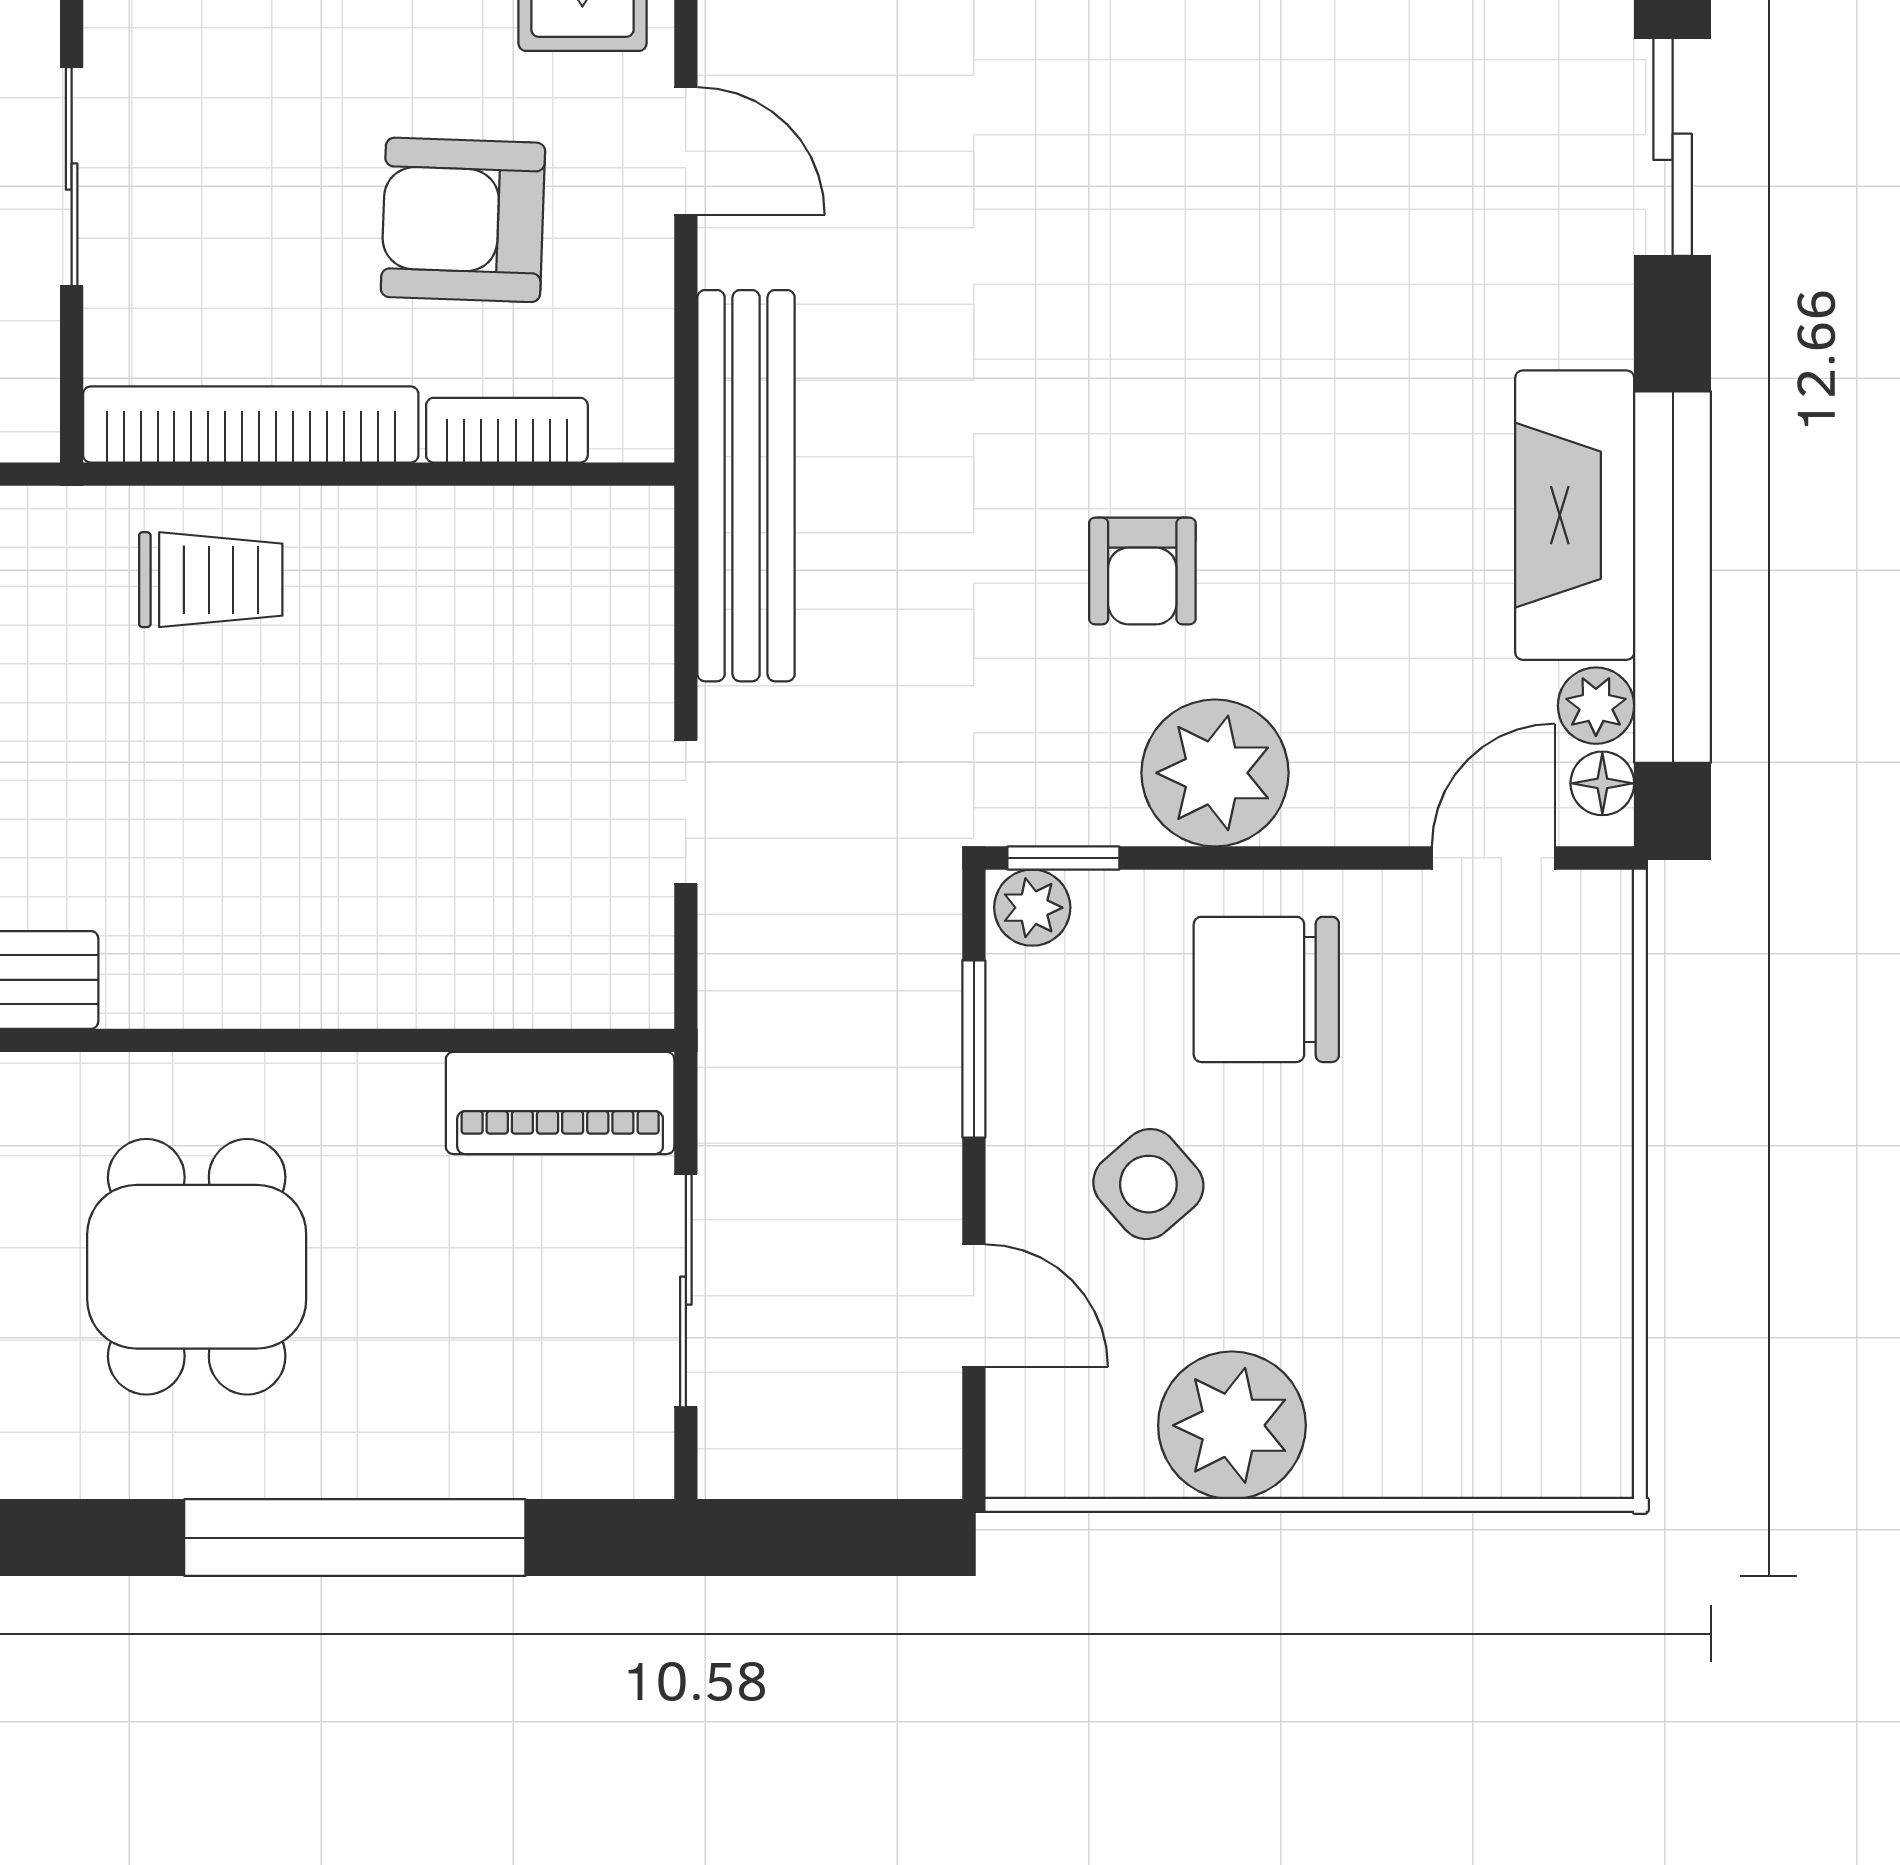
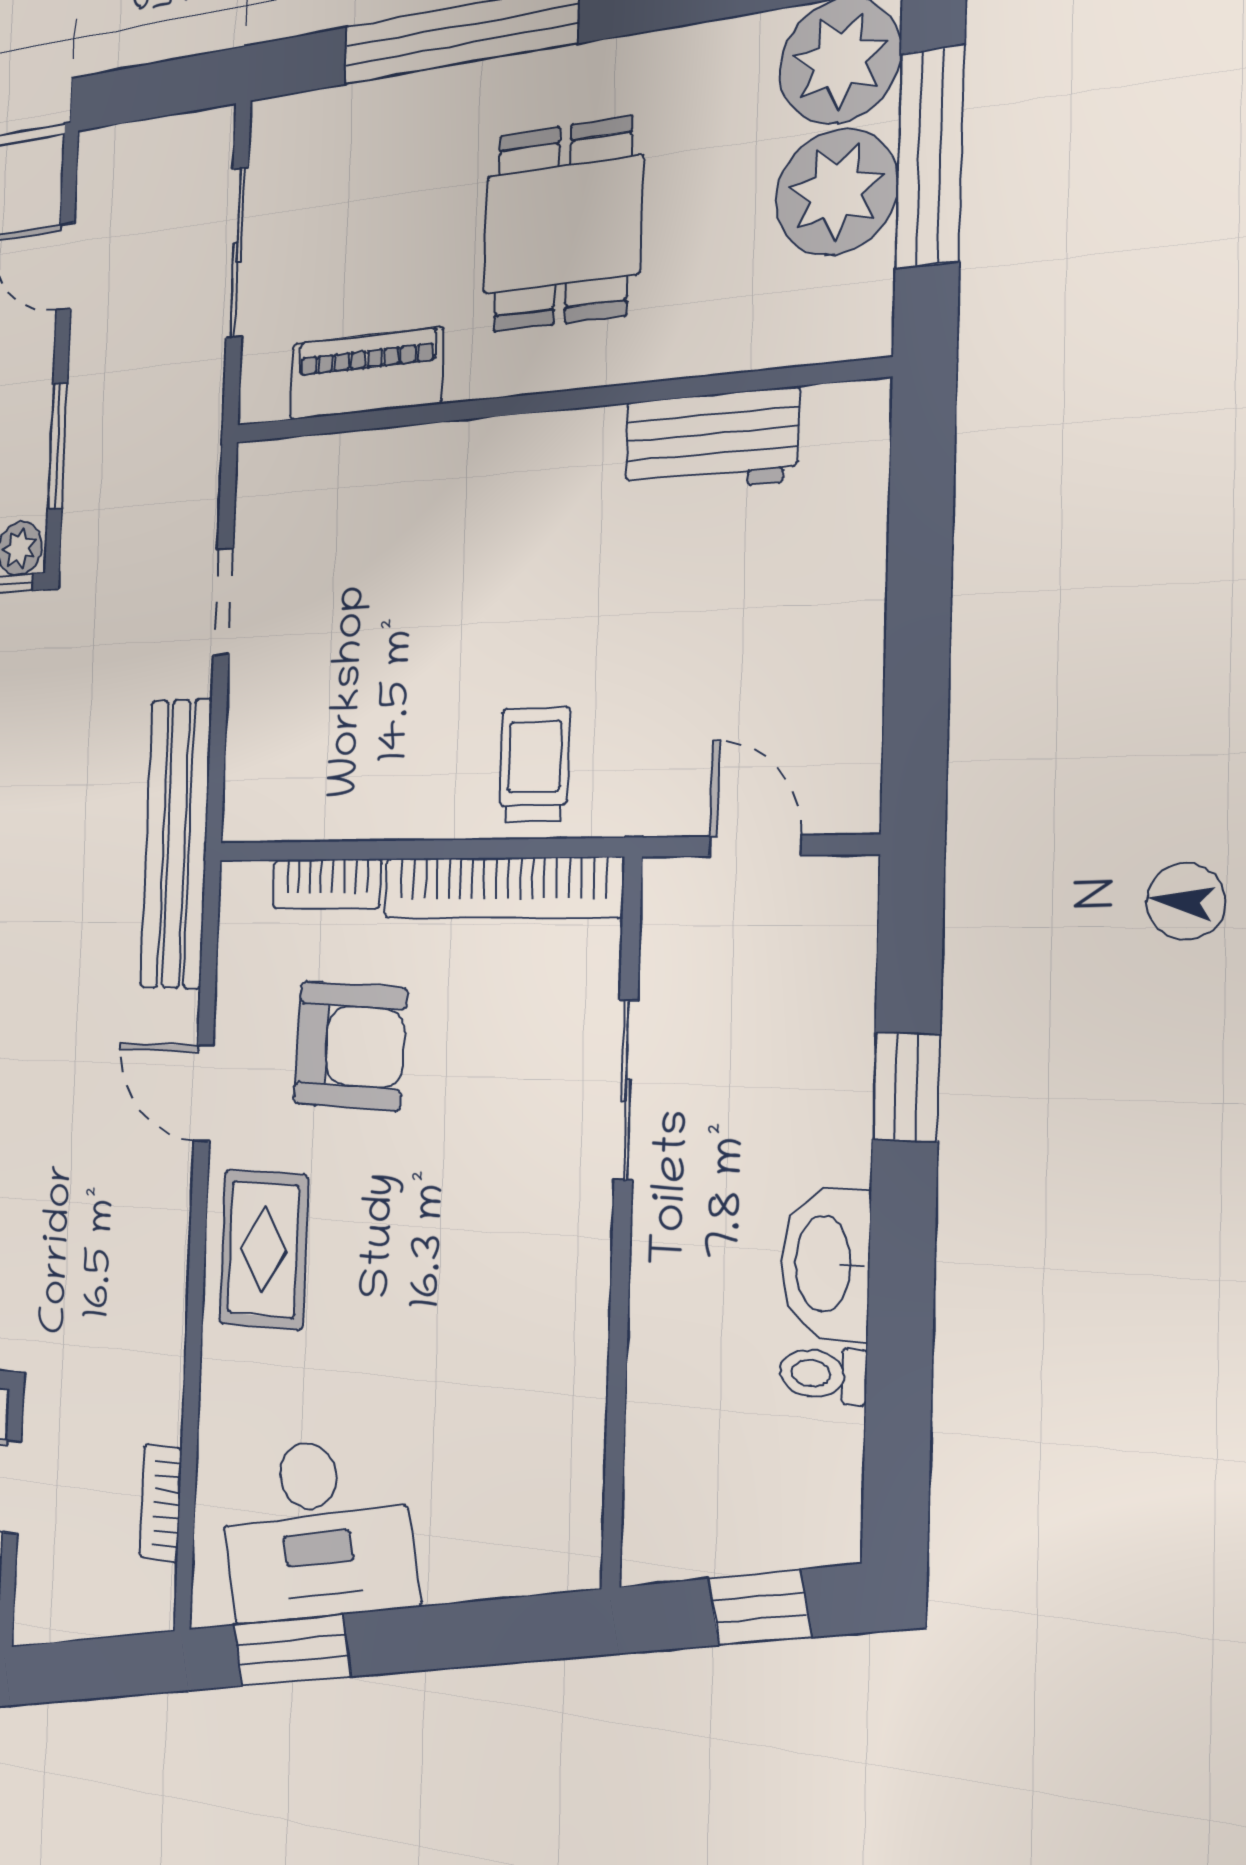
trolley: (211, 580) -> (534, 764), turned 90
piano: (560, 1103) -> (366, 374), moved

